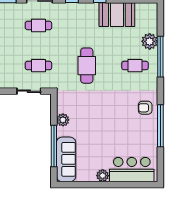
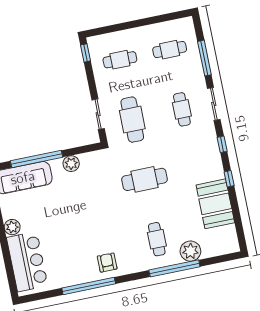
cafe table: (38, 66) -> (132, 120), width x1.37, depth x1.35

